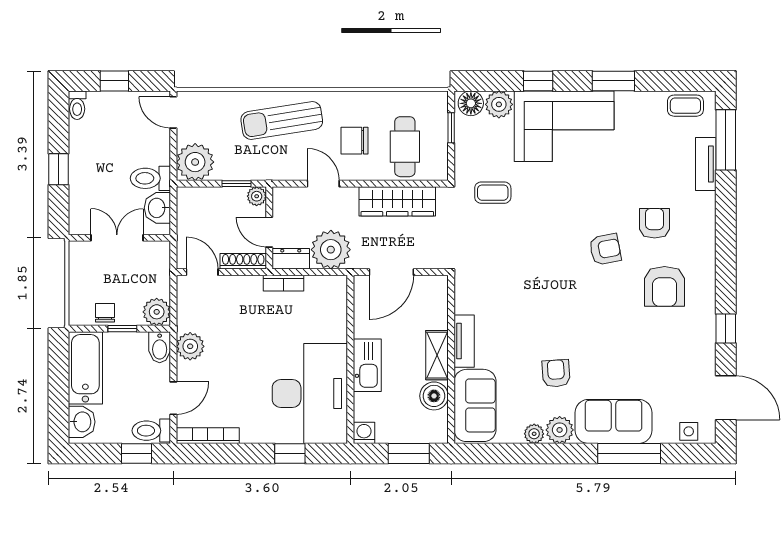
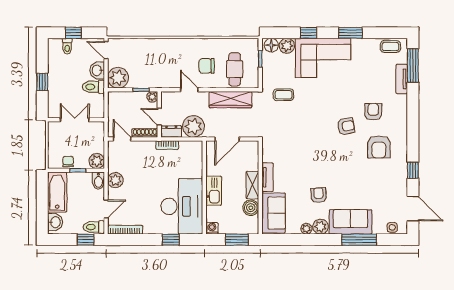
toilet: (77, 105) -> (67, 46), moved
sun lounger: (282, 120) -> (166, 55), removed
washbasin: (157, 208) -> (97, 70), moved

